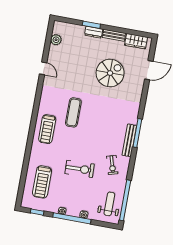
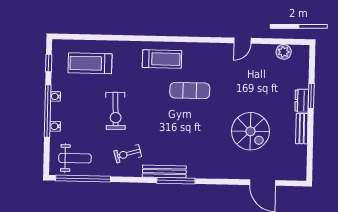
wardrobe: (136, 41) -> (299, 159), removed
treadmill: (47, 129) -> (162, 59), turned 180

